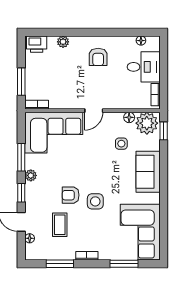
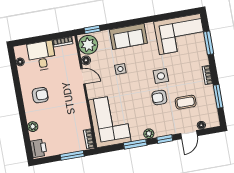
door: (94, 111) -> (83, 76), moved
side table: (121, 144) -> (120, 69), moved
armchair: (71, 195) -> (159, 97), turned 90

